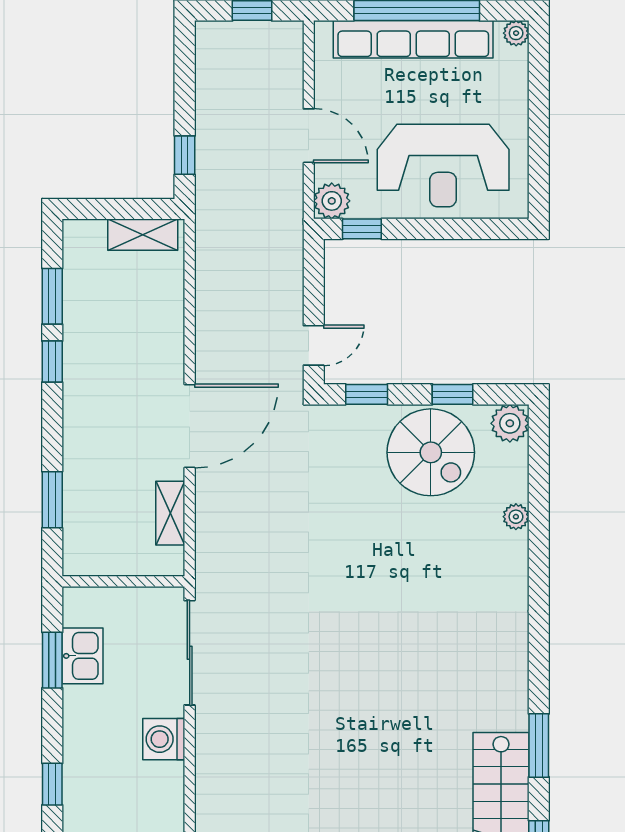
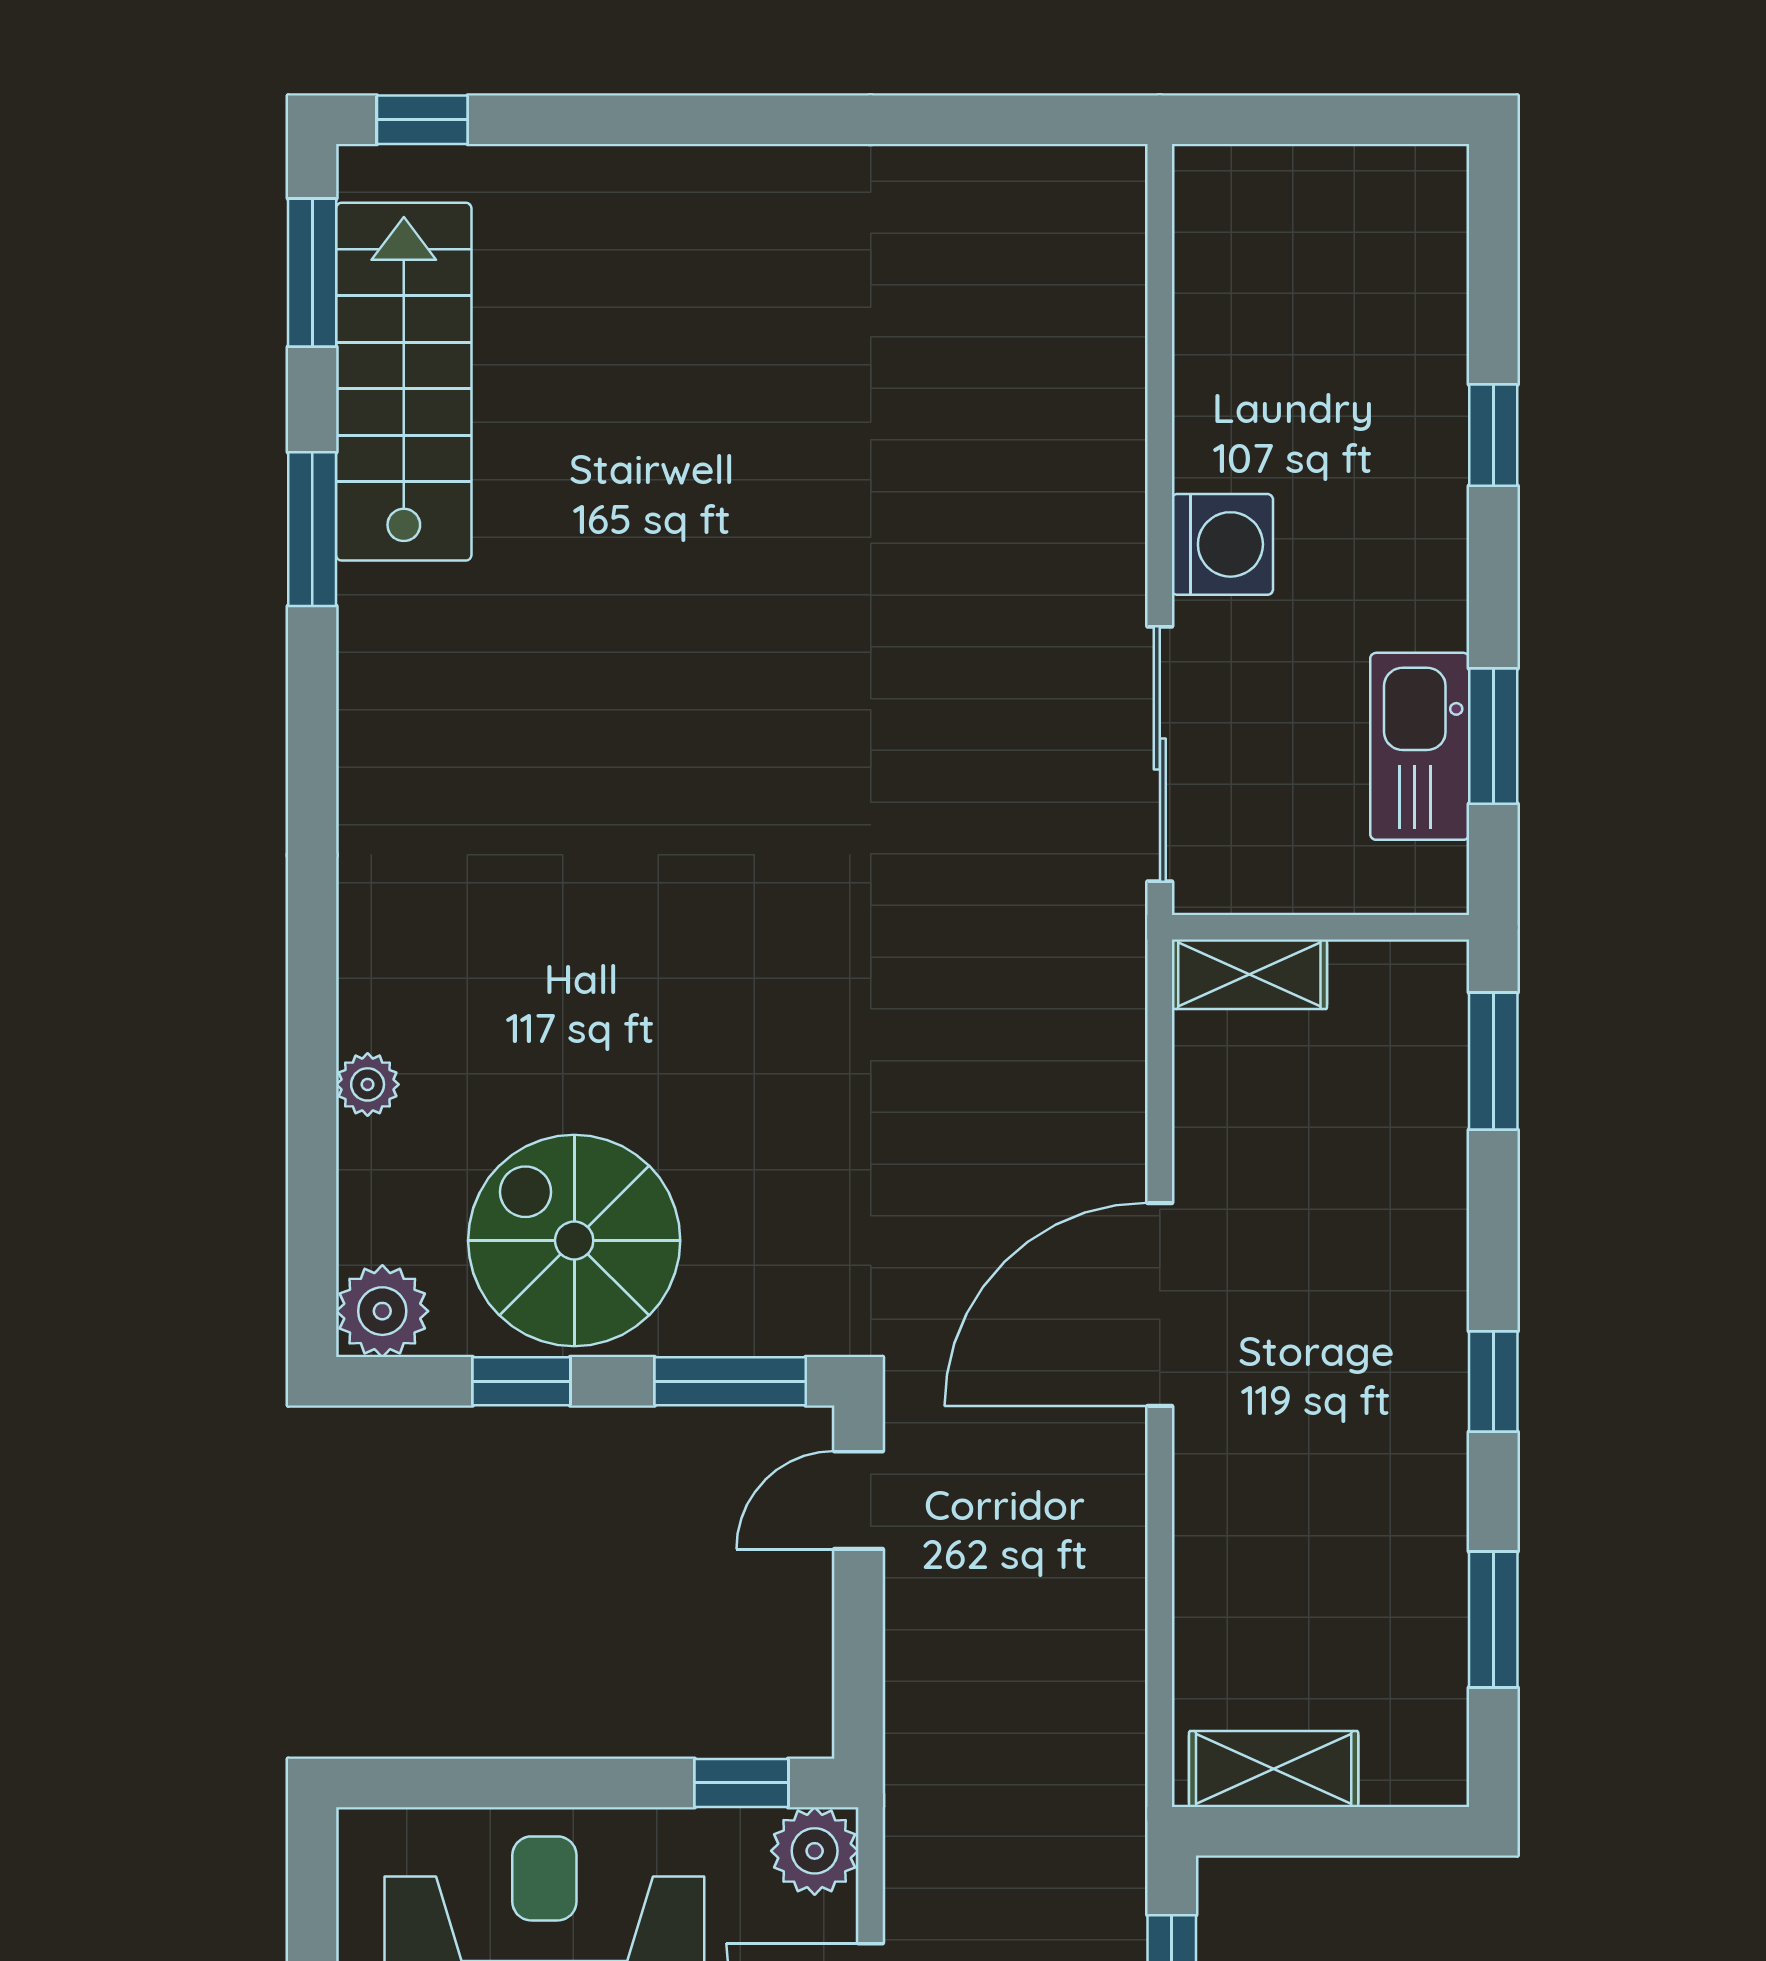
window: (52, 362) -> (1493, 1381), moved
window: (367, 394) -> (730, 1381), width x1.50
window: (52, 500) -> (1493, 1061), moved
shelving: (170, 513) -> (1249, 974), moved, turned 90
kitchen sink: (82, 656) -> (1420, 746), width x1.38

